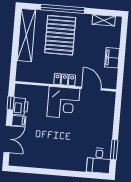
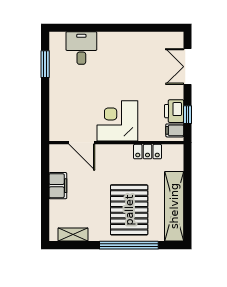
locker: (65, 80) -> (148, 152), moved
filing cabinet: (19, 121) -> (175, 130), moved
desk: (99, 160) -> (81, 48), moved

